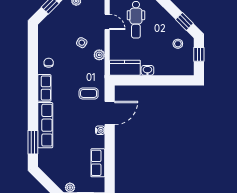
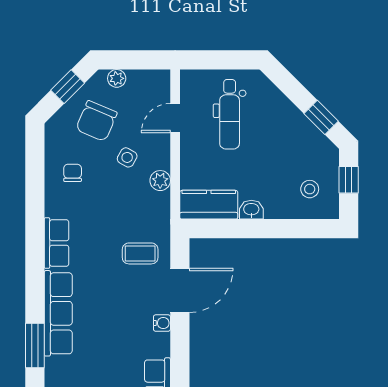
door: (107, 22) -> (175, 118), swing flipped
chair: (65, 23) -> (96, 121), added
stool: (178, 44) -> (310, 189), moved
chair: (49, 63) -> (73, 173), moved

